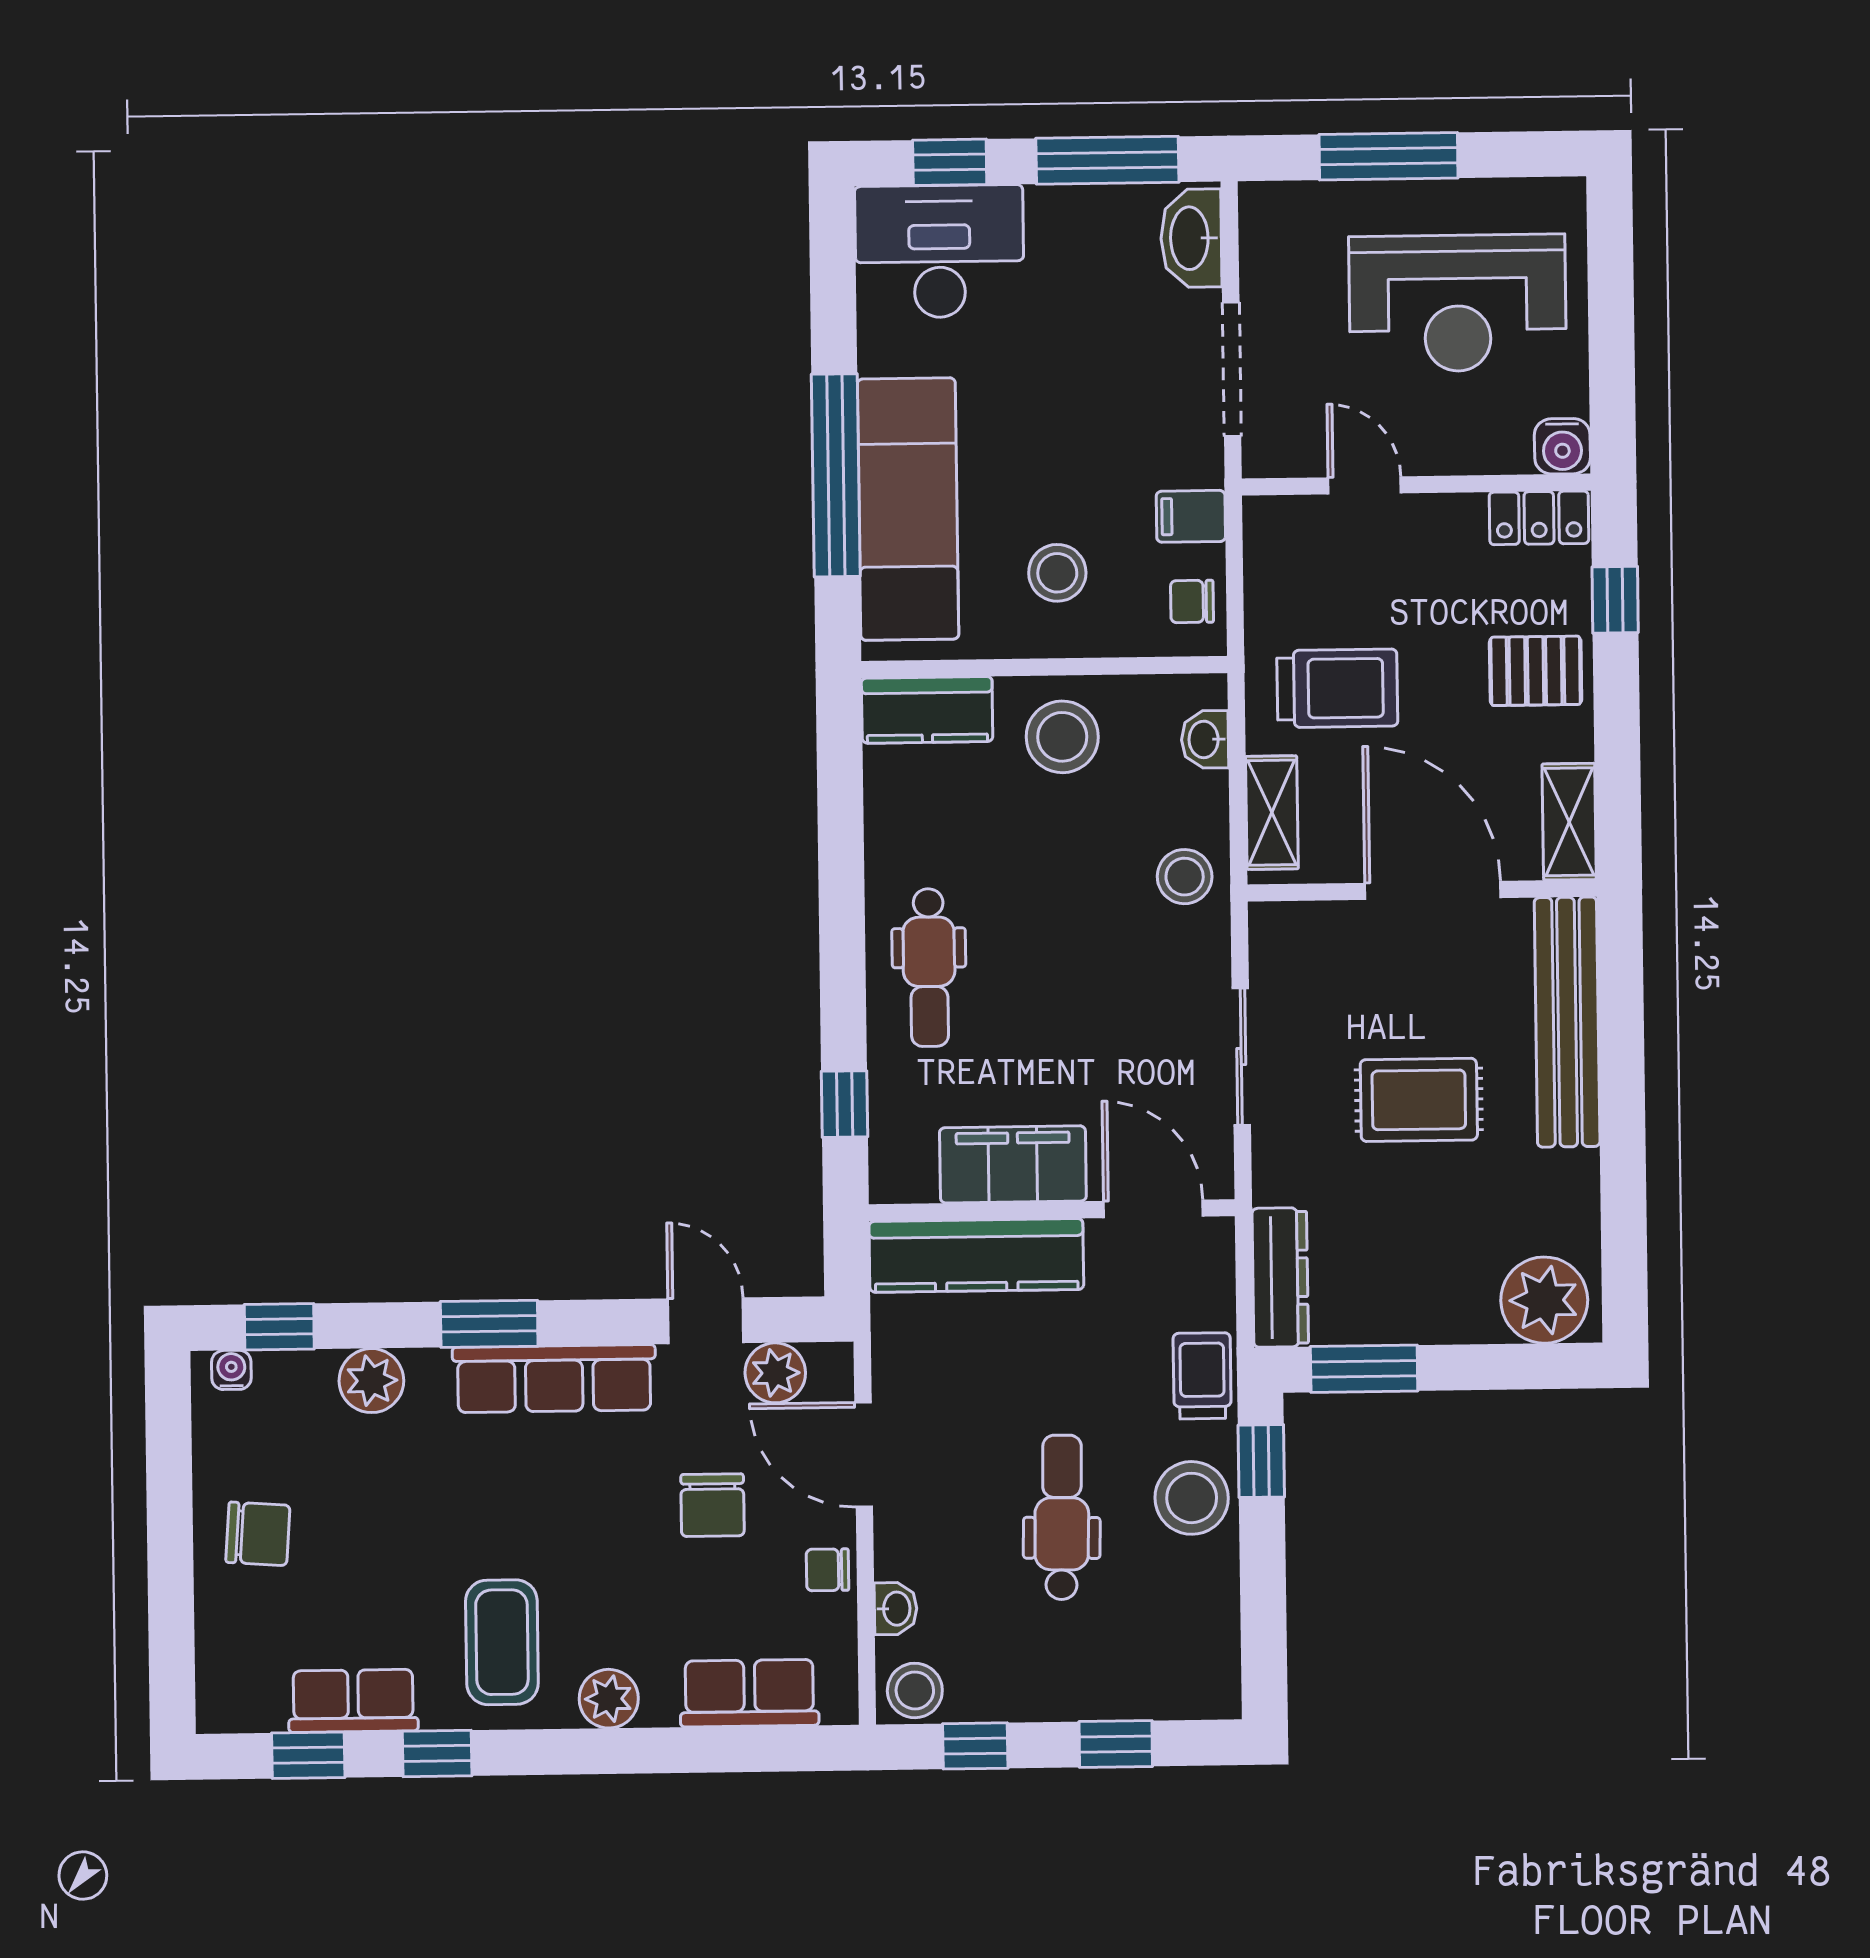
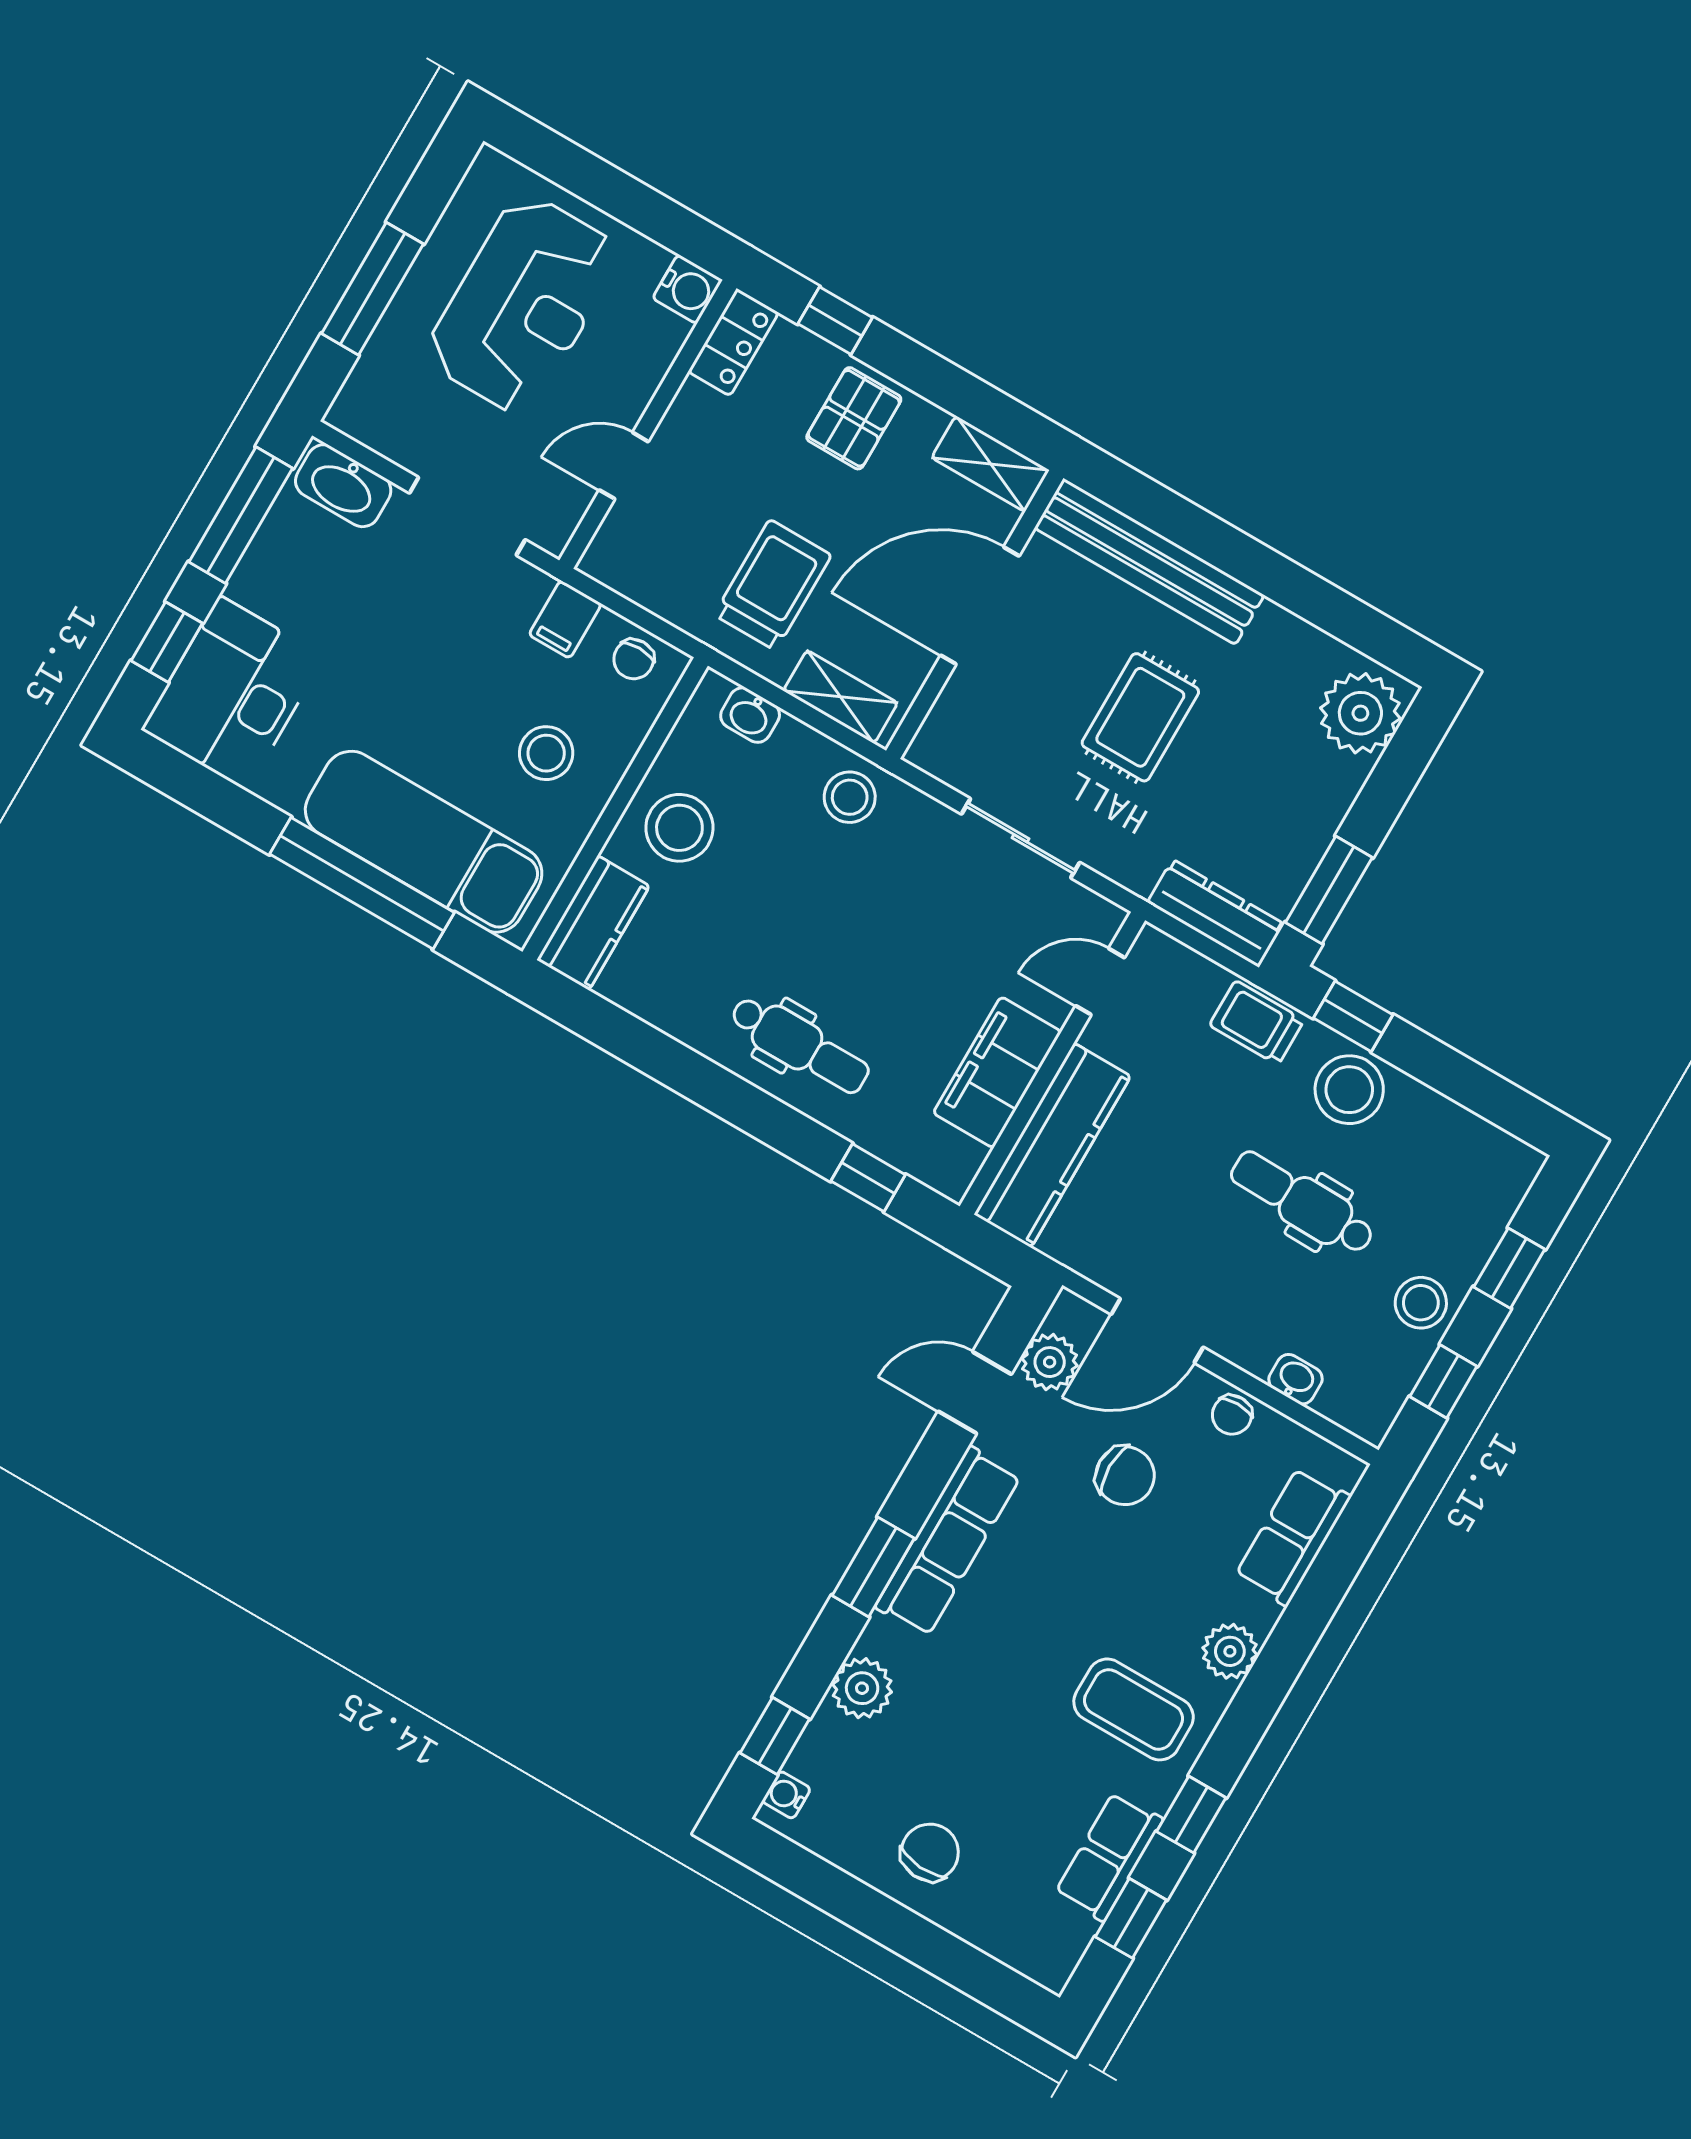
door: (1153, 1209) -> (1100, 982), width x0.73
stool: (915, 1690) -> (1421, 1303), moved

